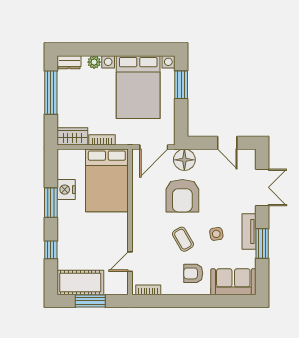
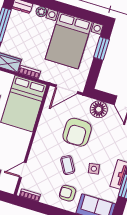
floor lamp: (184, 160) -> (99, 109), moved

